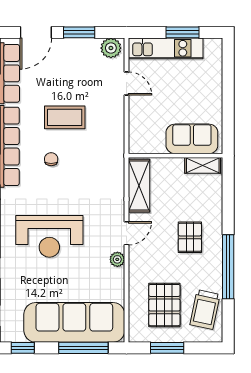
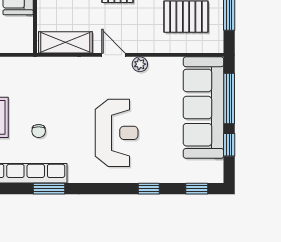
chair: (51, 159) -> (39, 131), turned -90
window: (23, 348) -> (229, 145), moved

